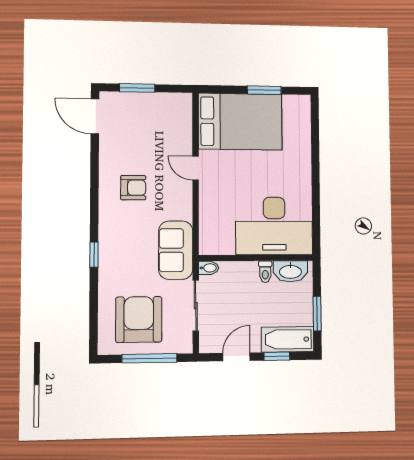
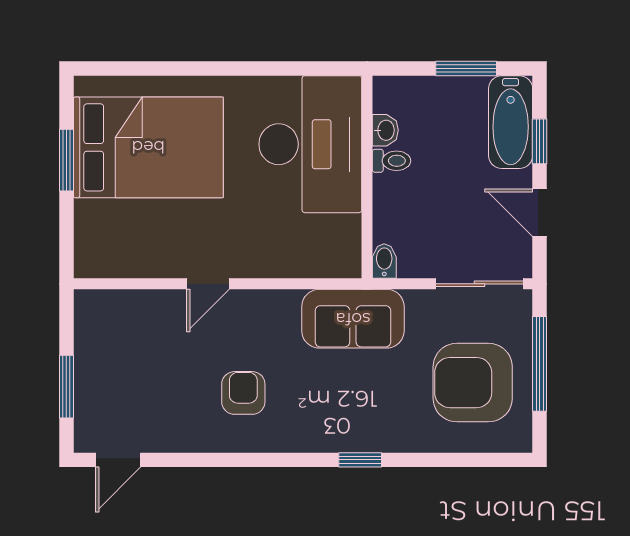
door: (95, 116) -> (118, 460), width x0.73
bed: (240, 122) -> (148, 147), moved, turned 90
washbasin: (290, 271) -> (385, 130), width x0.52, depth x0.69
sliding door: (196, 306) -> (480, 284), moved

